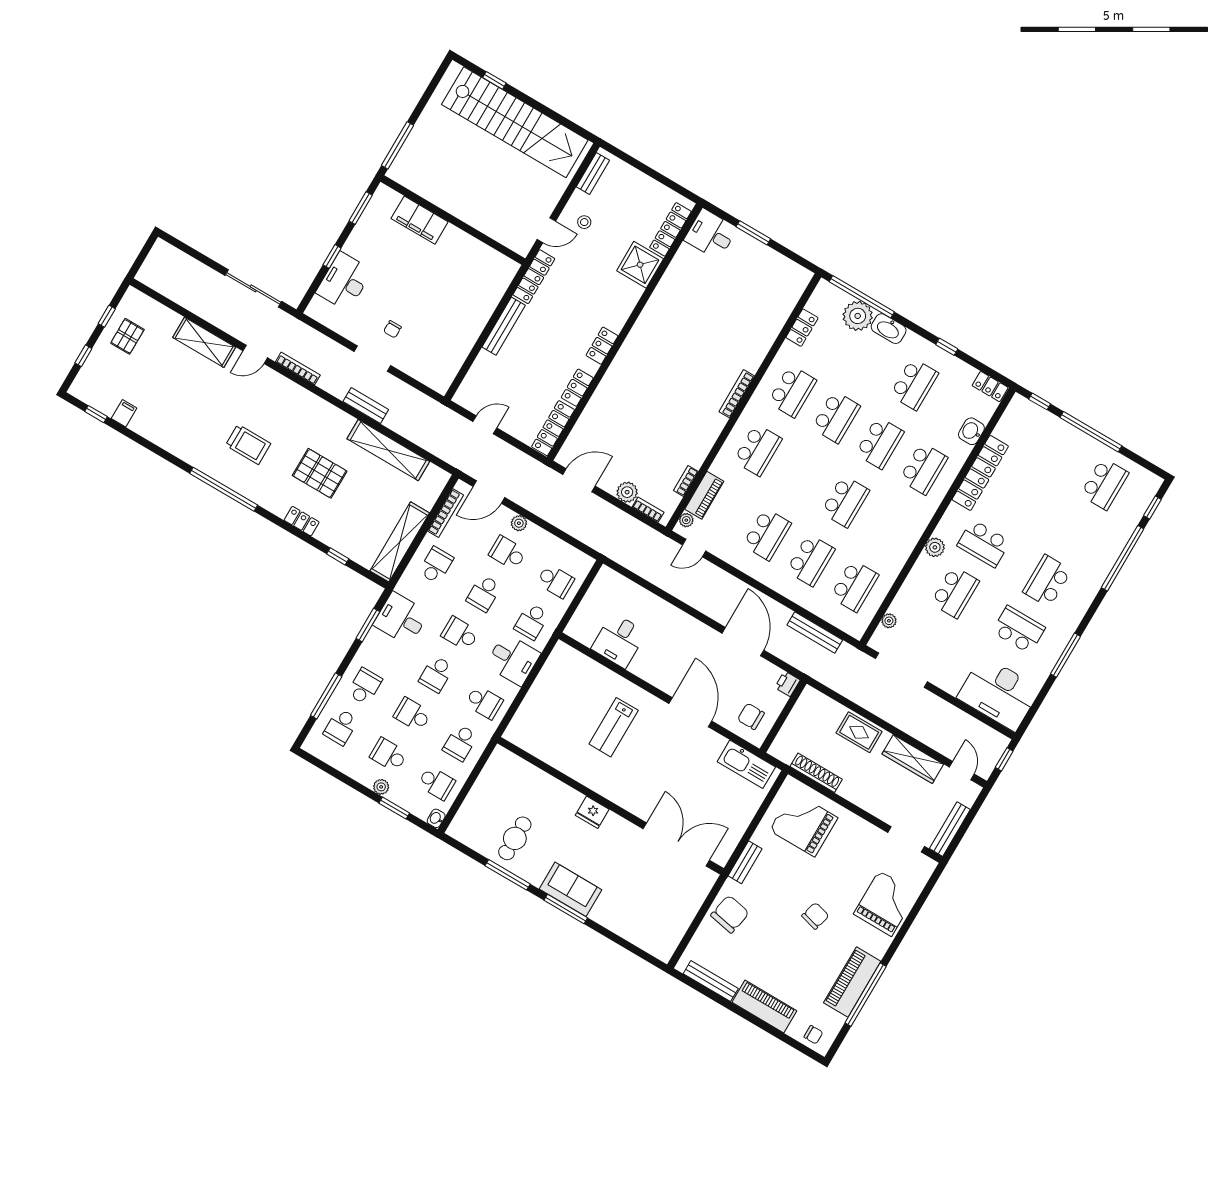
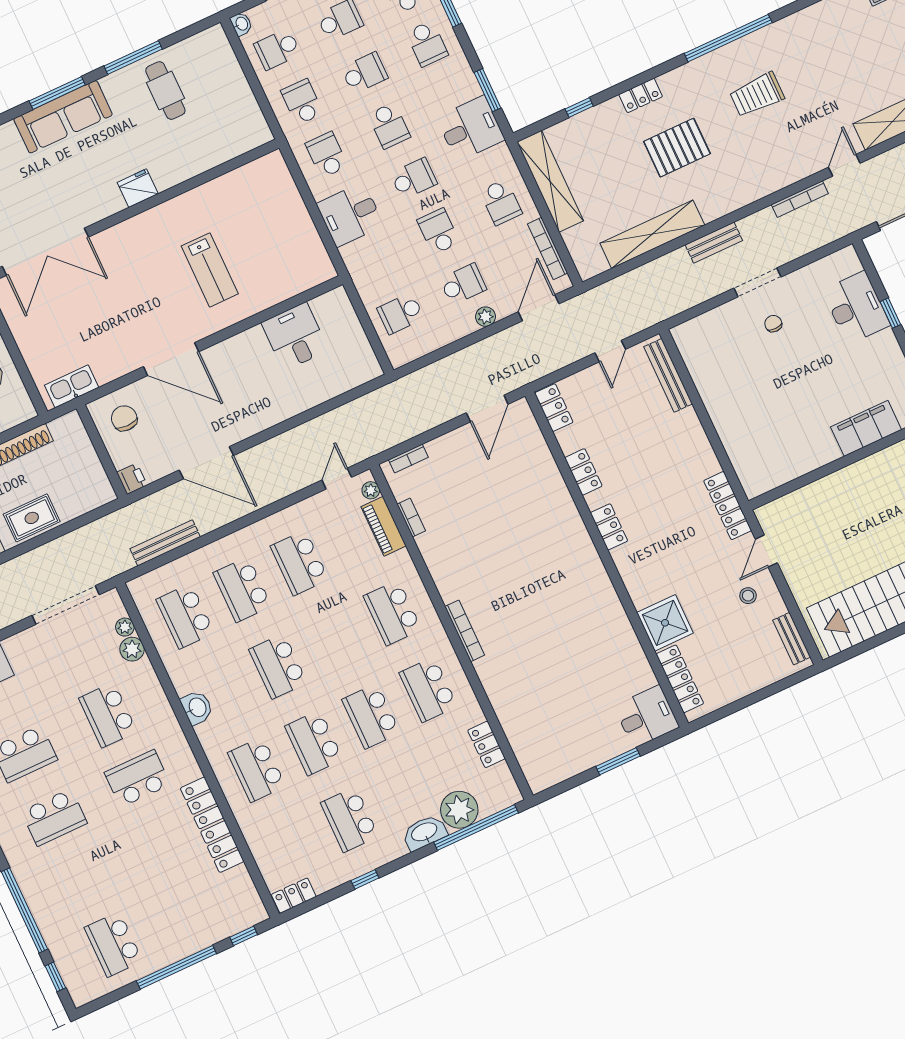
bench: (504, 326) -> (668, 375), moved
locker: (553, 428) -> (554, 408), width x0.66
washbasin: (971, 431) -> (197, 708), moved
plant: (627, 492) -> (441, 449), removed
plant: (935, 547) -> (132, 649), moved
school desk: (1047, 581) -> (54, 817), turned 90
school desk: (532, 621) -> (376, 260), removed
school desk: (436, 674) -> (389, 126), turned 180
school desk: (484, 702) -> (327, 155), turned 90
chair: (751, 716) -> (124, 418), turned -90
lab bench: (614, 727) -> (210, 270), turned 180
kitchen sink: (746, 764) -> (72, 386), width x0.73, depth x0.81
sofa: (570, 889) -> (63, 117), width x1.36

